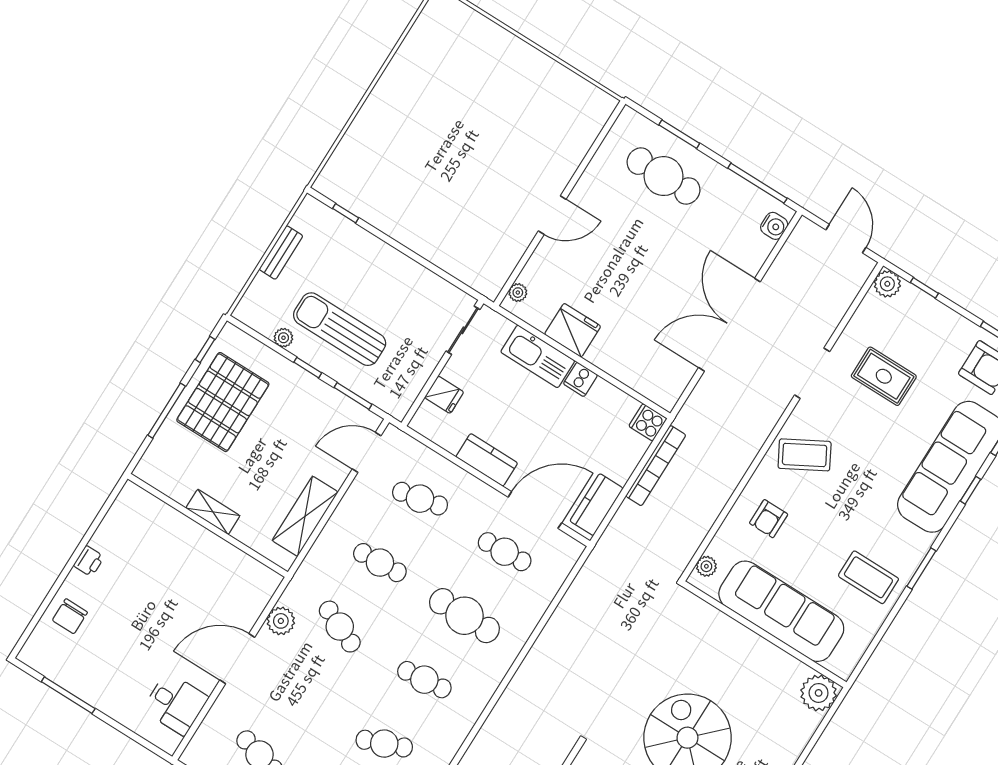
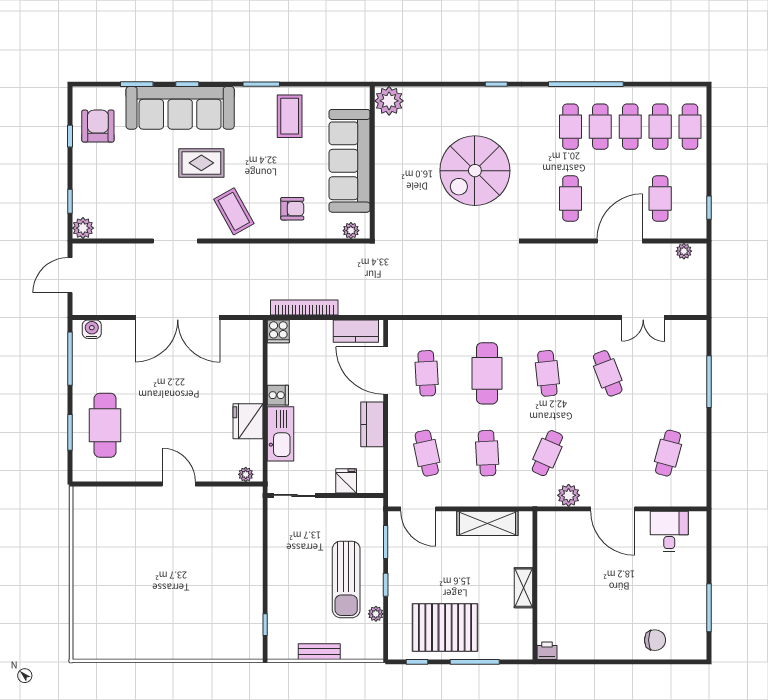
rug: (884, 376) -> (201, 163), moved, turned 90
printer: (89, 561) -> (547, 651), moved

